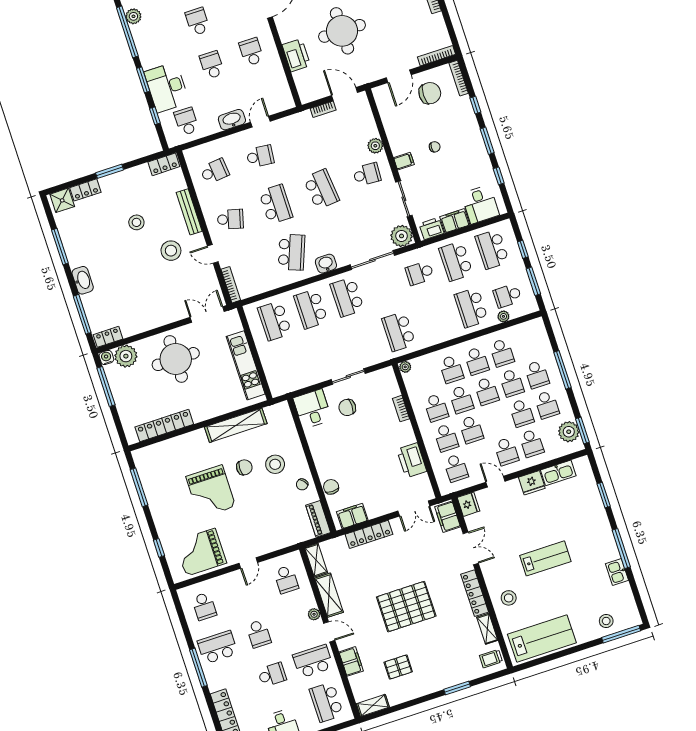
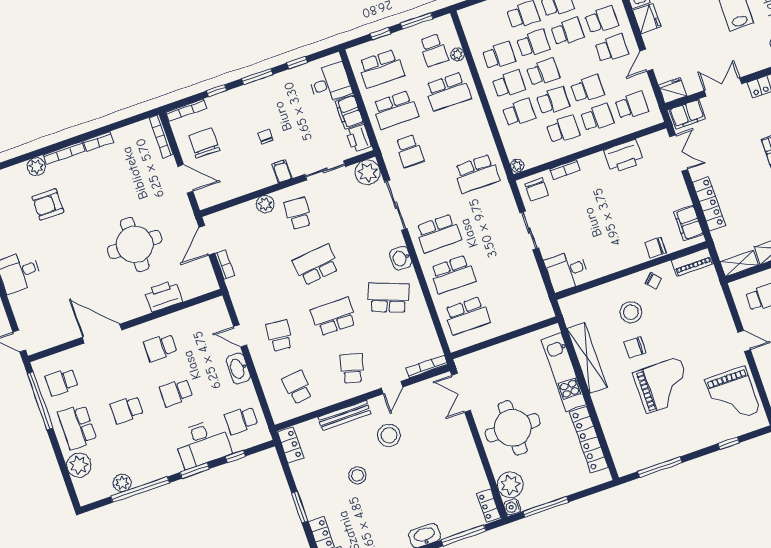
kitchen unit: (246, 365) -> (564, 372), moved, turned 90
chair: (347, 407) -> (537, 189), moved
chair: (244, 467) -> (635, 347), turned -90

